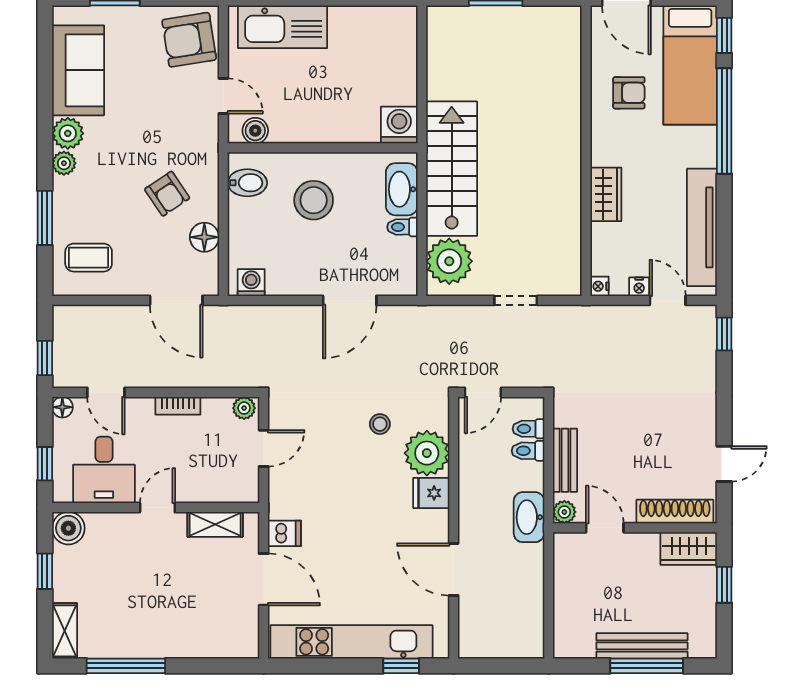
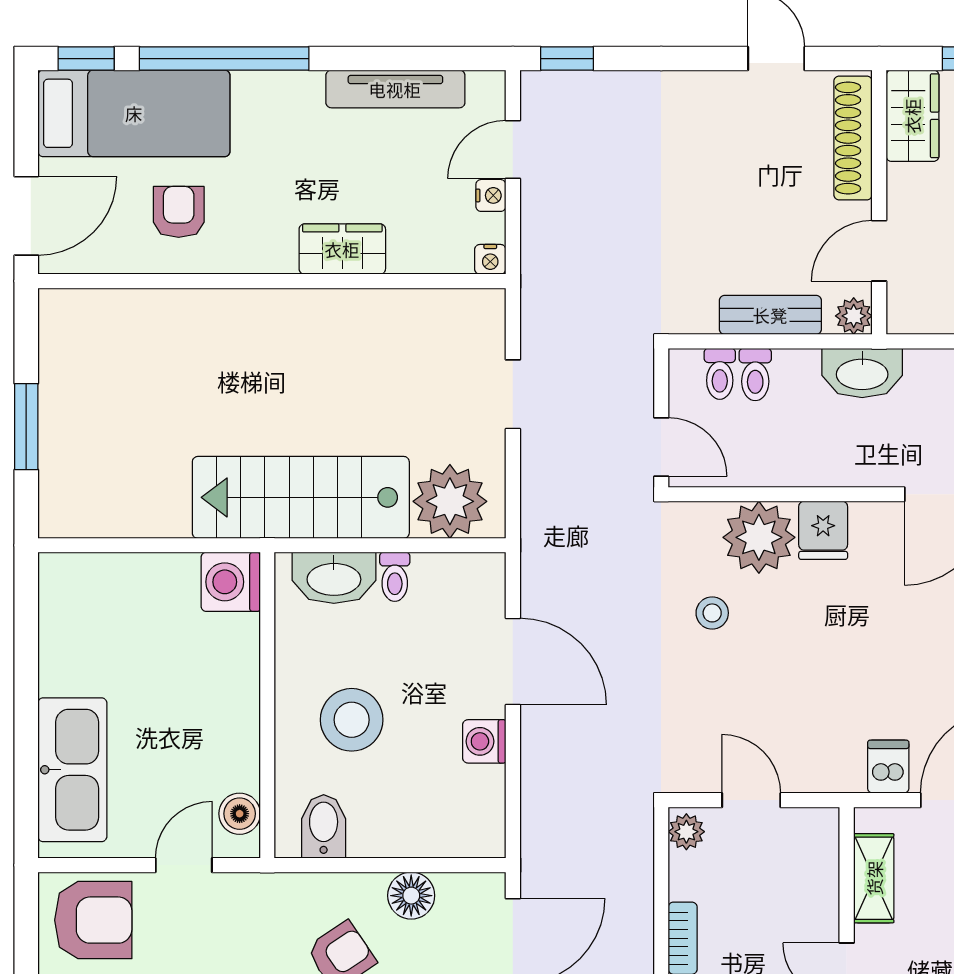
armchair: (189, 40) -> (93, 920), turned -81
tv unit: (702, 227) -> (395, 89), width x0.73, depth x0.78
washing machine: (251, 283) -> (484, 741), moved

